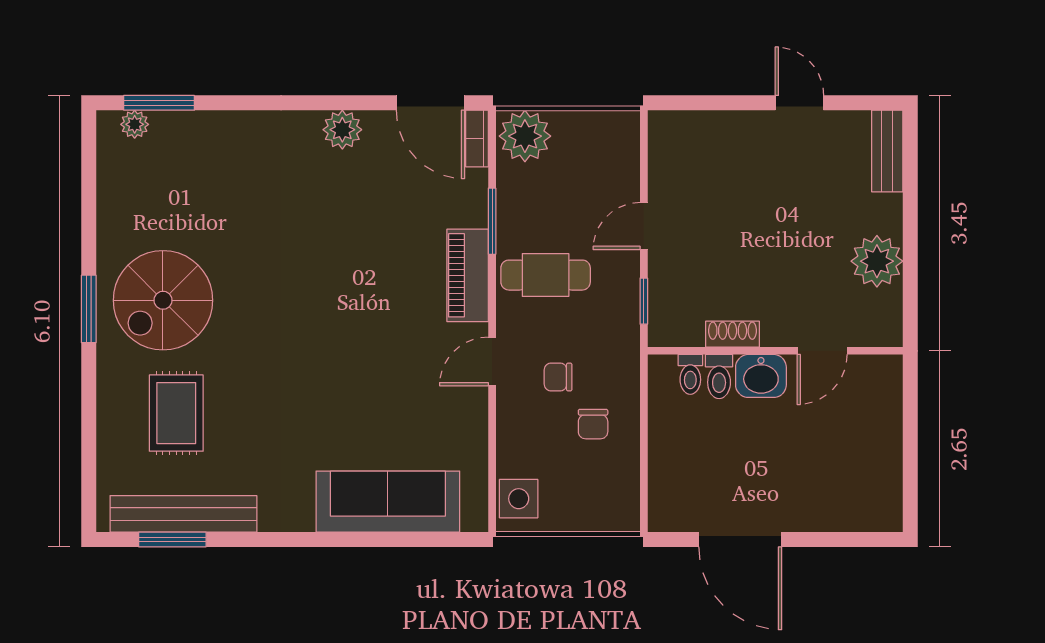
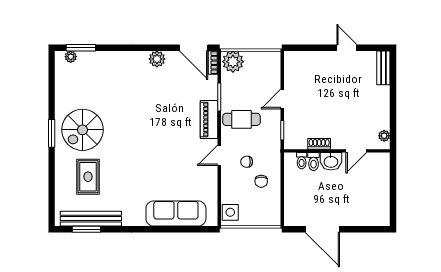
plant: (877, 261) -> (384, 136), moved, width x0.53, depth x0.53

